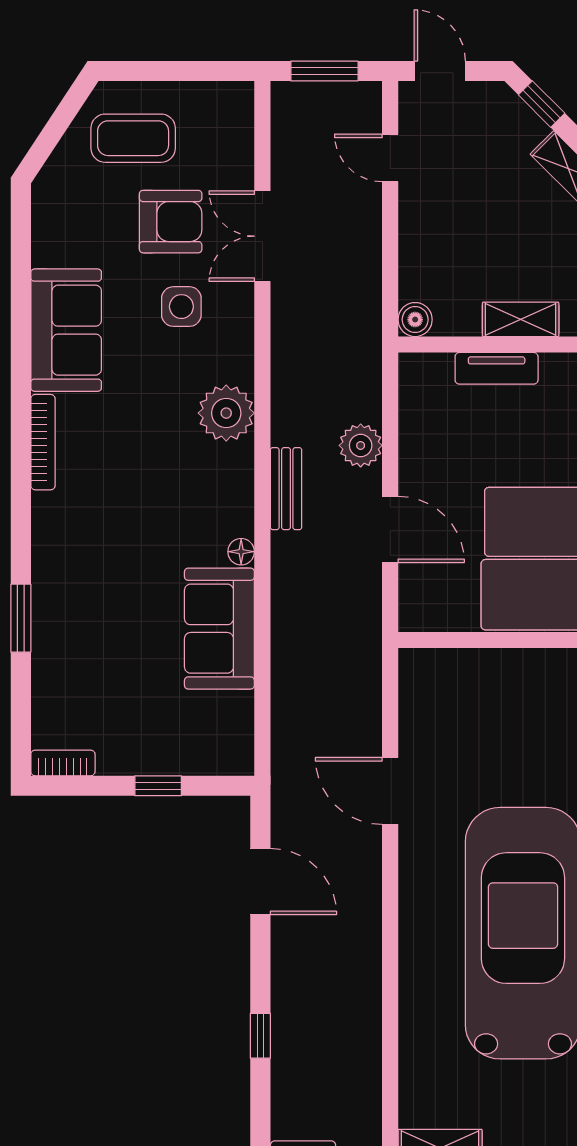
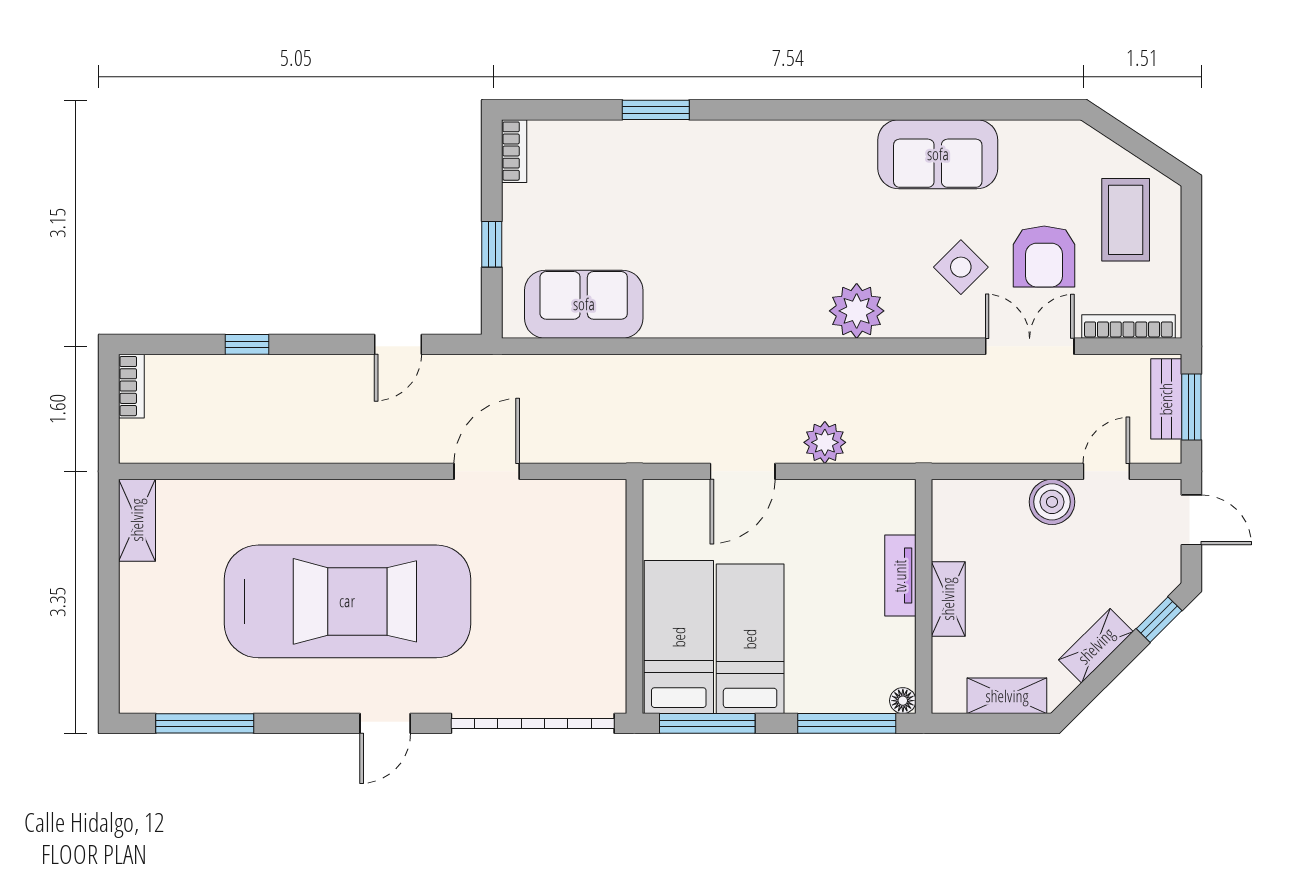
door: (440, 71) -> (1191, 520), hinge flipped
side table: (181, 307) -> (961, 267), turned 45
boiler: (415, 320) -> (1052, 502), moved, width x1.36, depth x1.36
bookcase: (43, 442) -> (1128, 327), moved, turned 180
bench: (286, 489) -> (1166, 399), moved, turned 90
floor lamp: (241, 552) -> (721, 325), removed
sofa: (219, 629) -> (584, 304), moved
door: (260, 882) -> (398, 344), width x0.73

